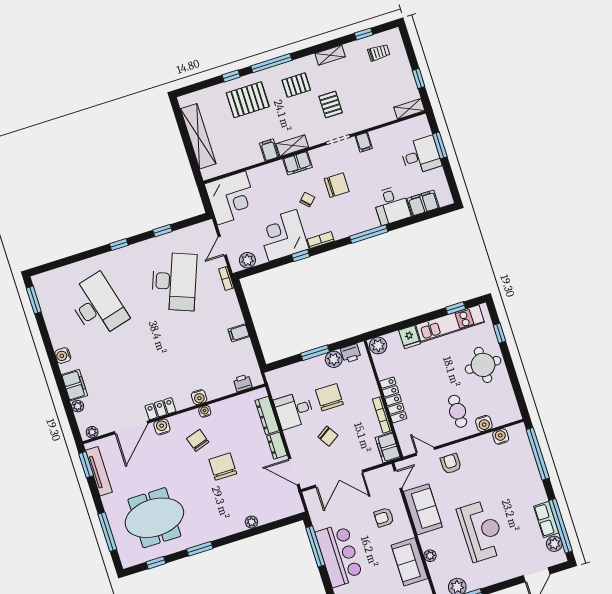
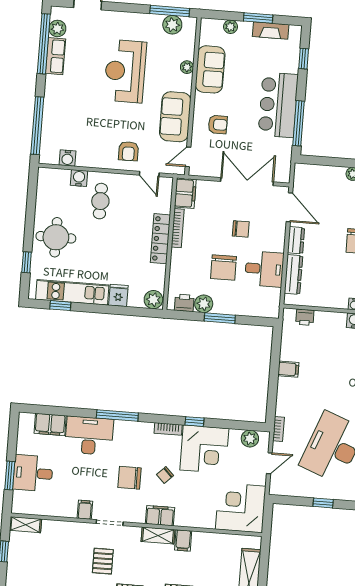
desk: (391, 205) -> (89, 436), width x1.37
chair: (328, 436) -> (241, 229), turned 123

